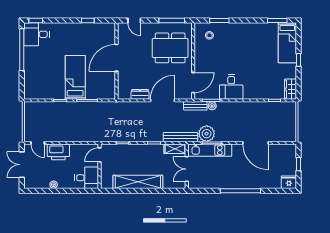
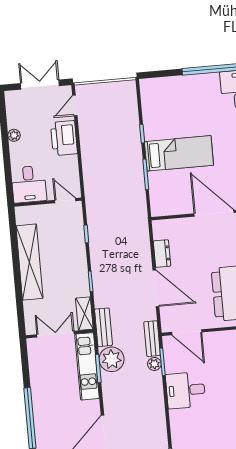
bench: (180, 137) -> (104, 327), width x0.73

